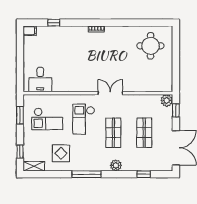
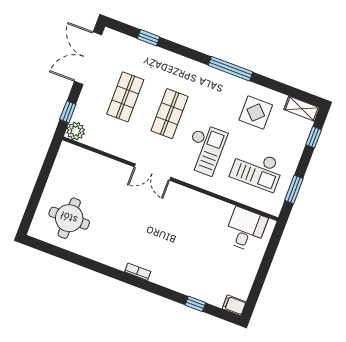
checkout: (47, 119) -> (257, 169), turned 180
plant: (116, 165) -> (184, 66), removed

